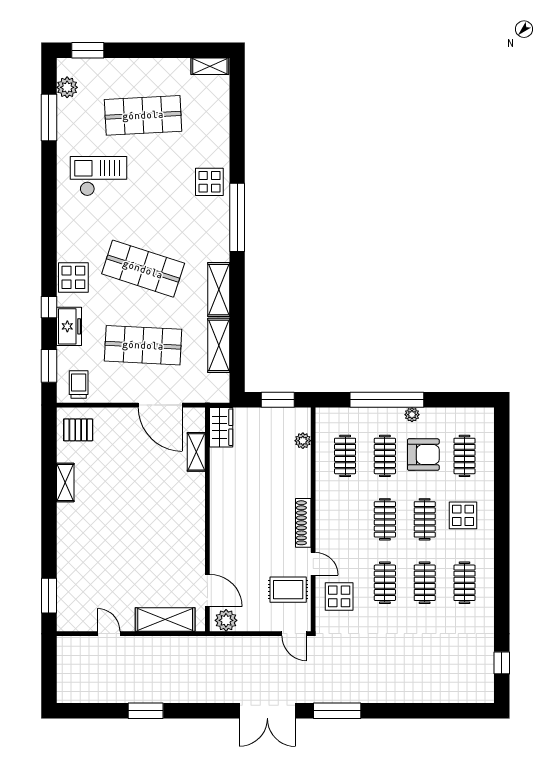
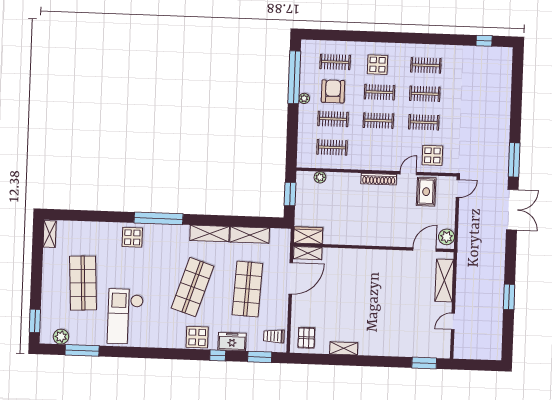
checkout: (99, 176) -> (125, 316), width x1.36, depth x1.21
window: (387, 400) -> (294, 77), moved
shelving: (196, 452) -> (308, 253), moved

